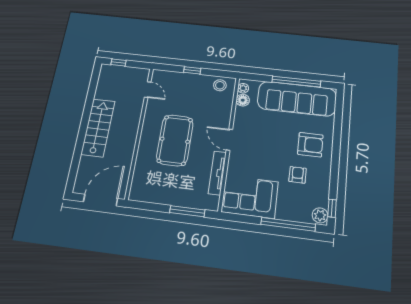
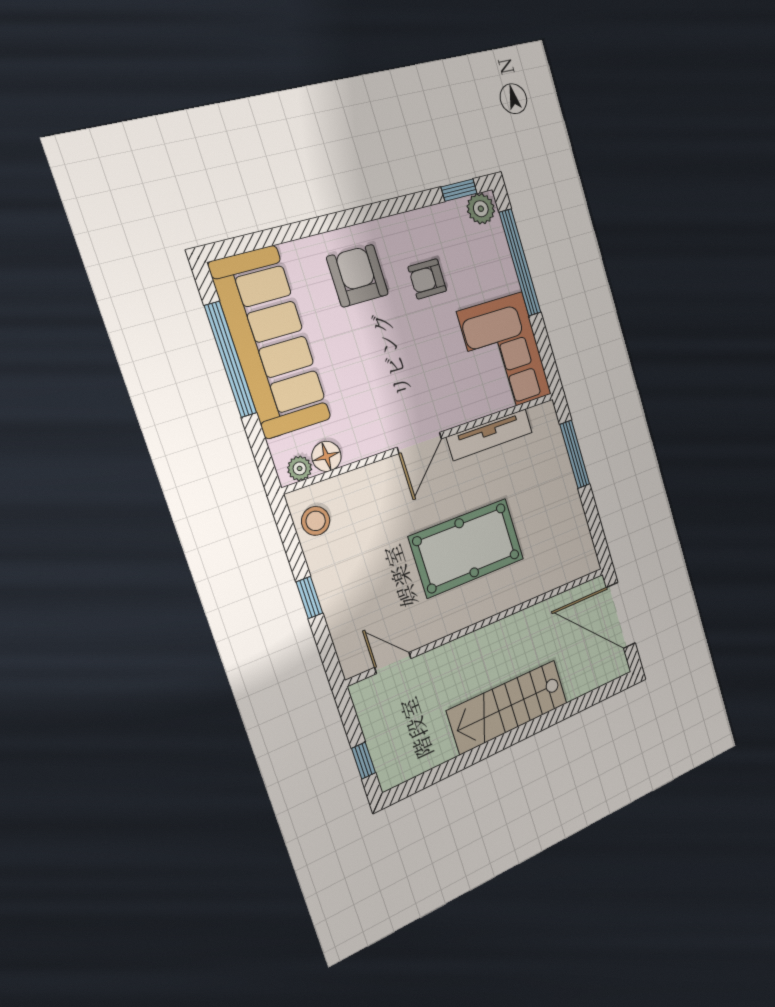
door: (148, 90) -> (393, 663), hinge flipped

